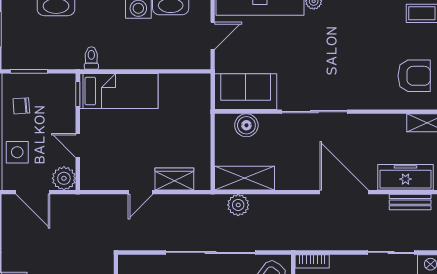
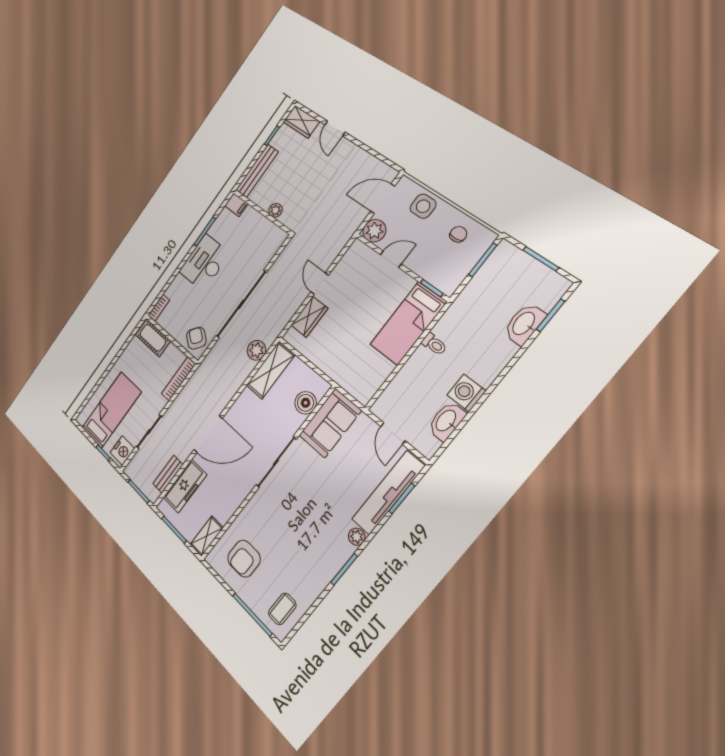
toilet: (91, 58) -> (434, 344), moved
bookcase: (312, 261) -> (179, 379), width x1.56

